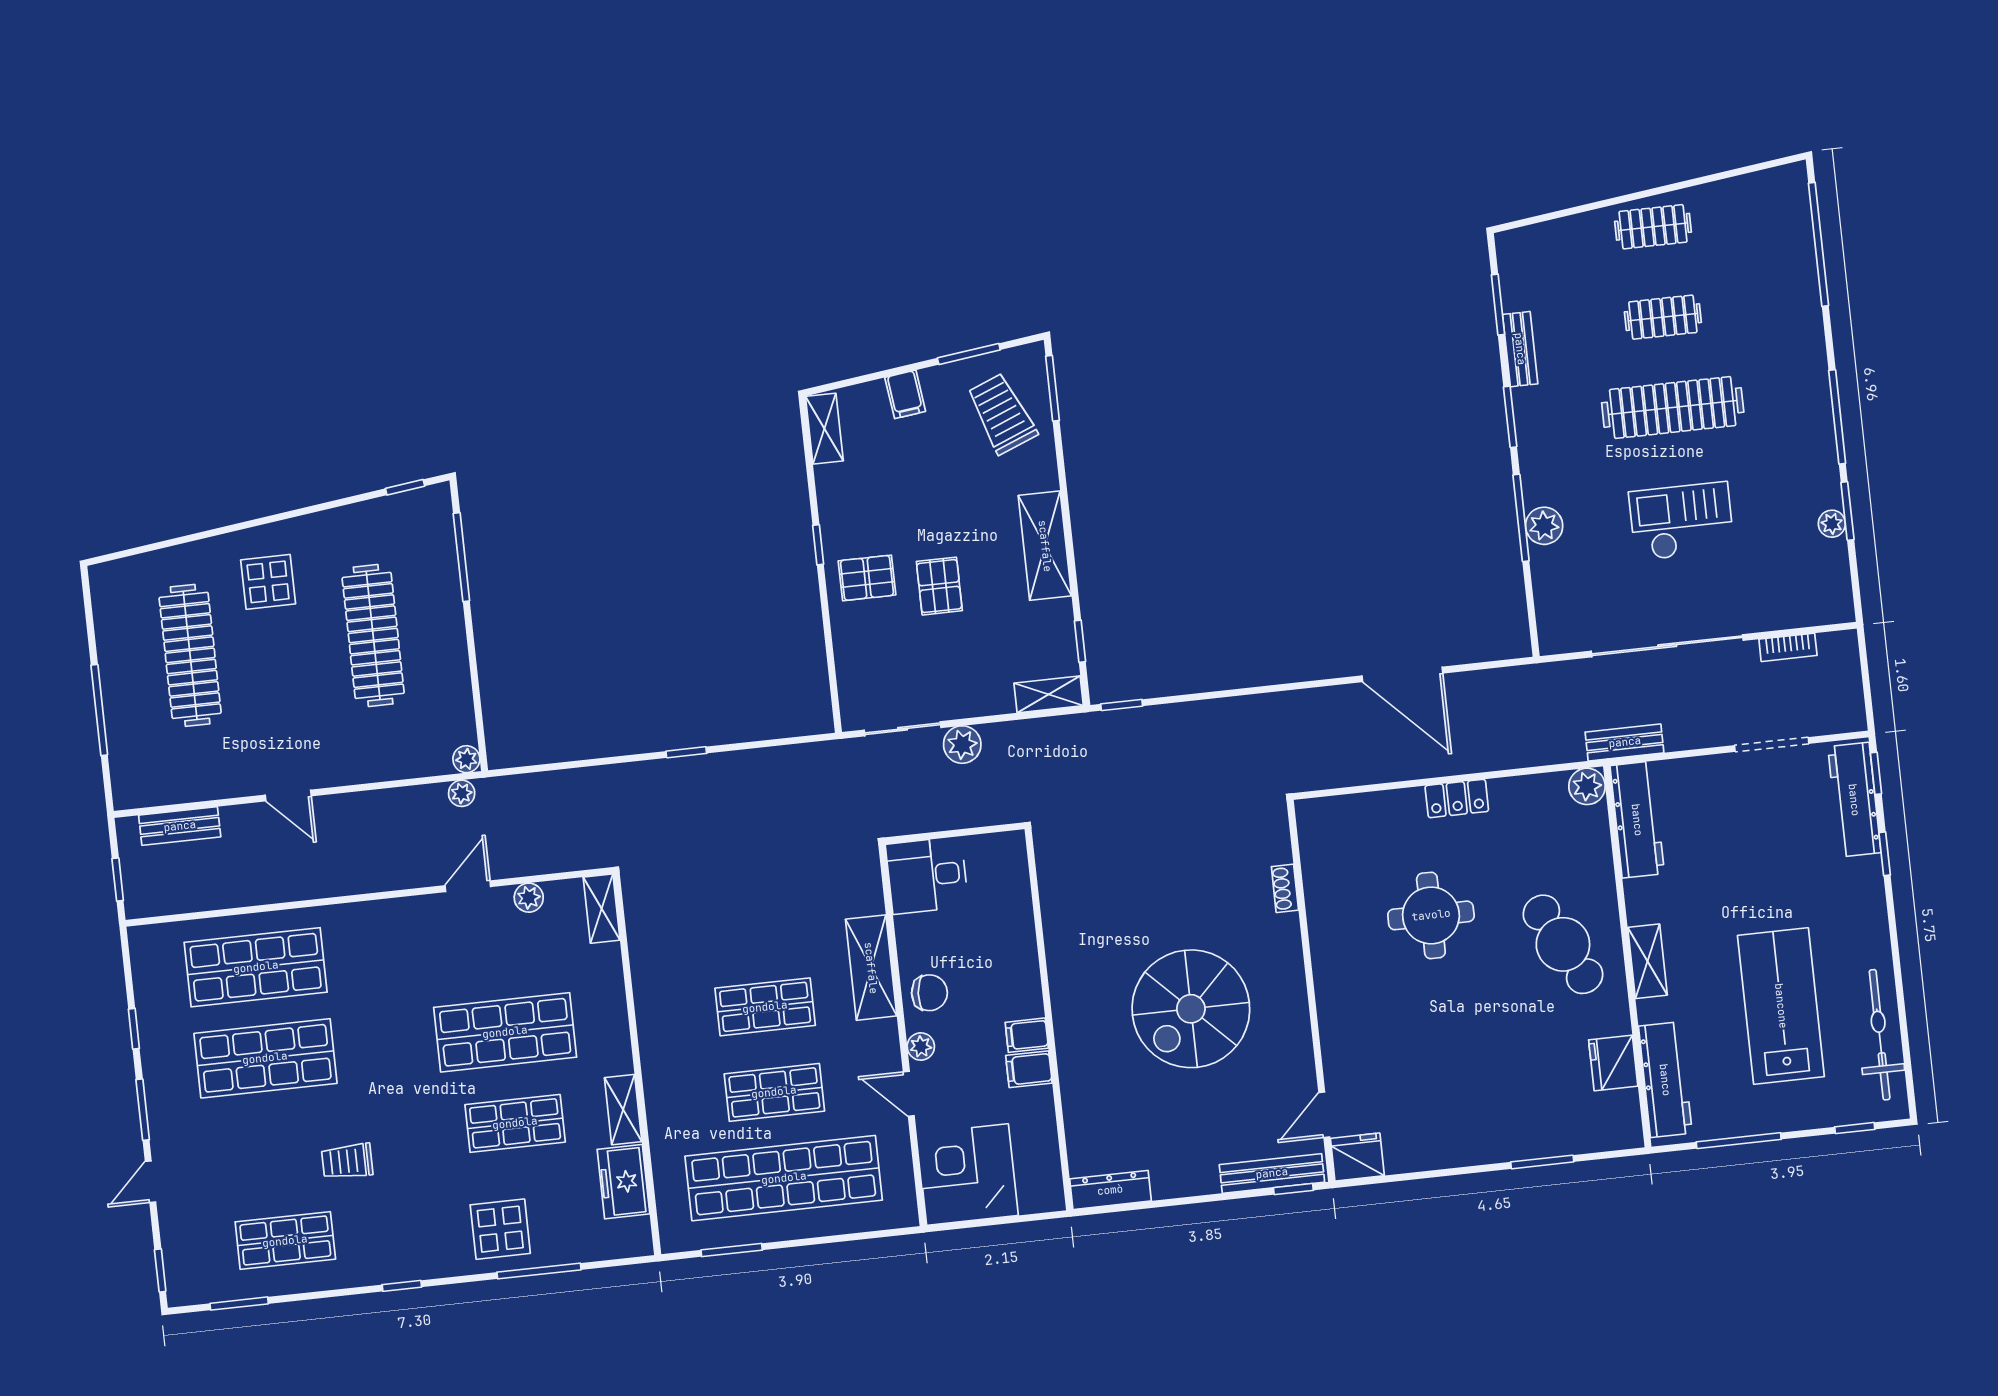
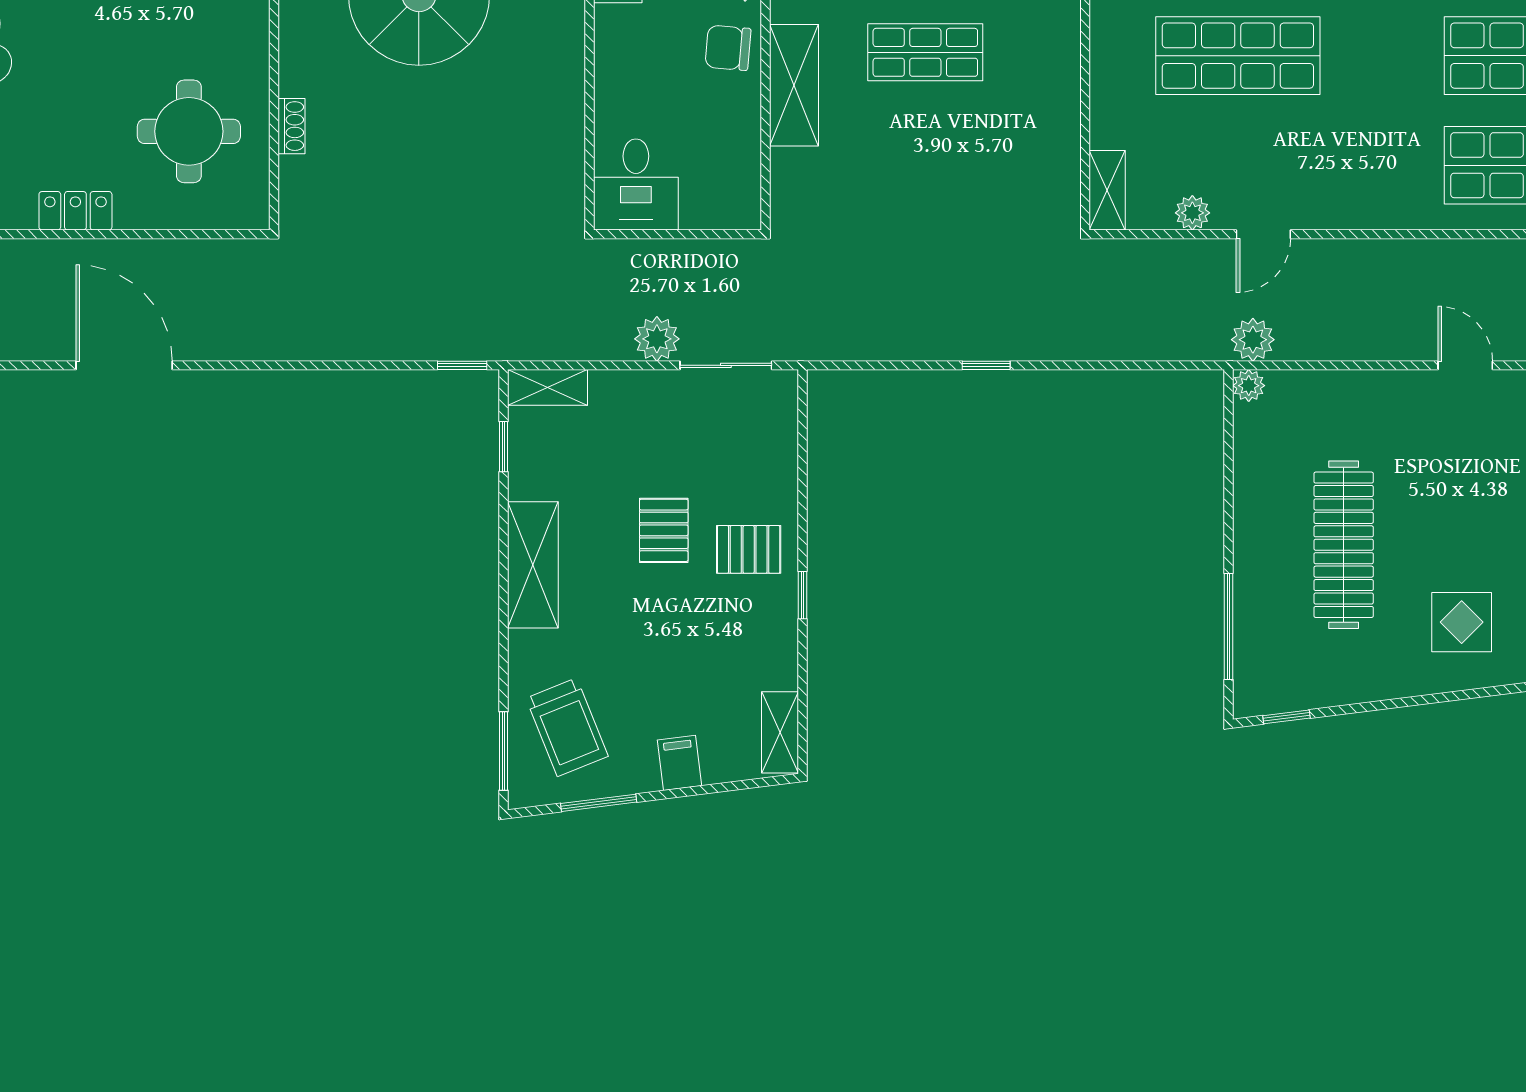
plant: (462, 793) -> (1253, 340), width x1.38, depth x1.38
desk: (927, 875) -> (636, 185), moved, turned 90
round table: (1431, 915) -> (189, 131), moved

